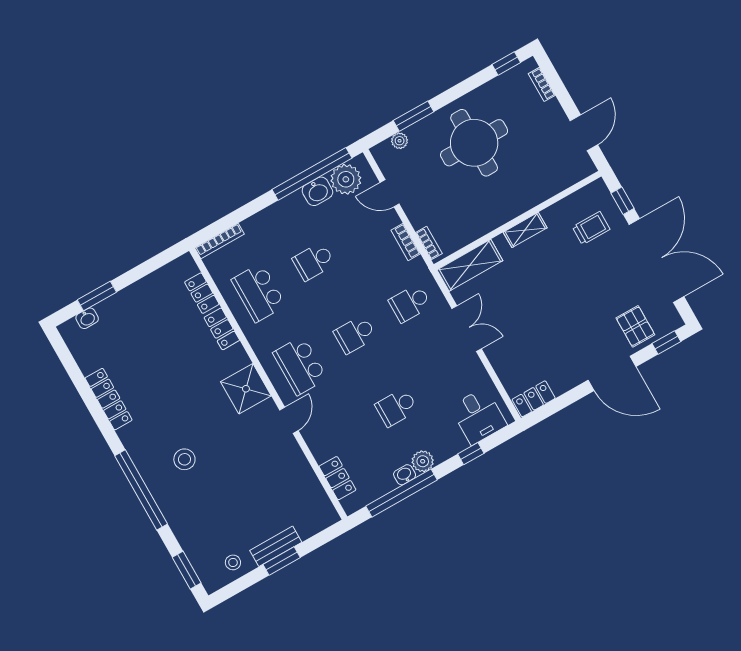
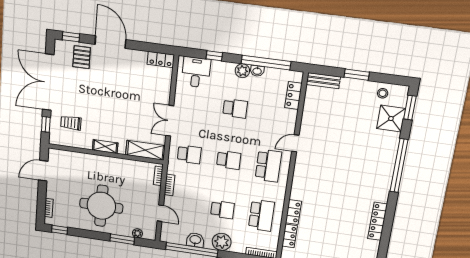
plant: (346, 179) -> (222, 242), moved
shower: (246, 389) -> (391, 119), moved
stool: (184, 459) -> (364, 164), removed
bench: (276, 546) -> (323, 81), moved

